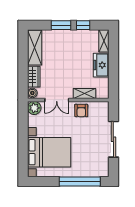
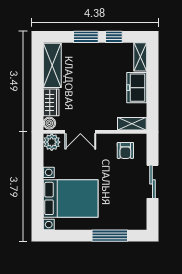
shelving: (85, 93) -> (132, 124), moved
armchair: (81, 110) -> (125, 150), moved
sliding door: (113, 139) -> (152, 182), width x0.73
window: (80, 182) -> (110, 236), width x0.68

